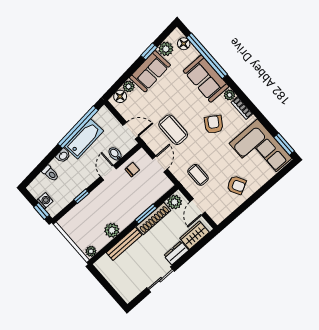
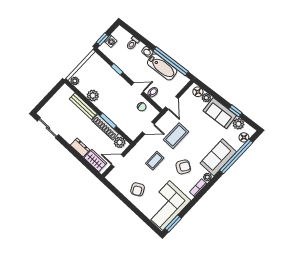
coffee table: (198, 175) -> (155, 161), moved
sliding door: (161, 280) -> (48, 128), moved

